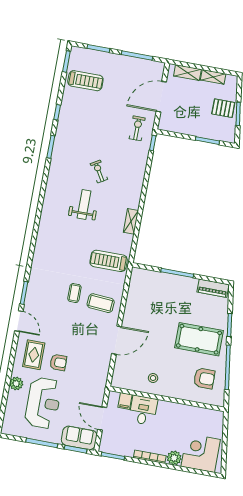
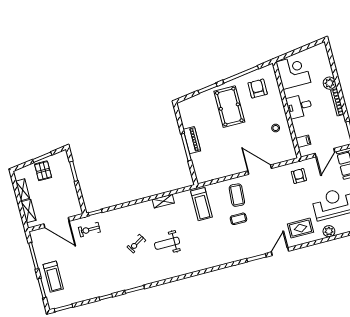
treadmill: (85, 81) -> (53, 277), moved, turned 180
piano: (213, 288) -> (192, 140), moved
armchair: (58, 362) -> (299, 176), moved
desk: (143, 410) -> (299, 106), moved
corner desk: (201, 453) -> (293, 72), moved, turned 180

